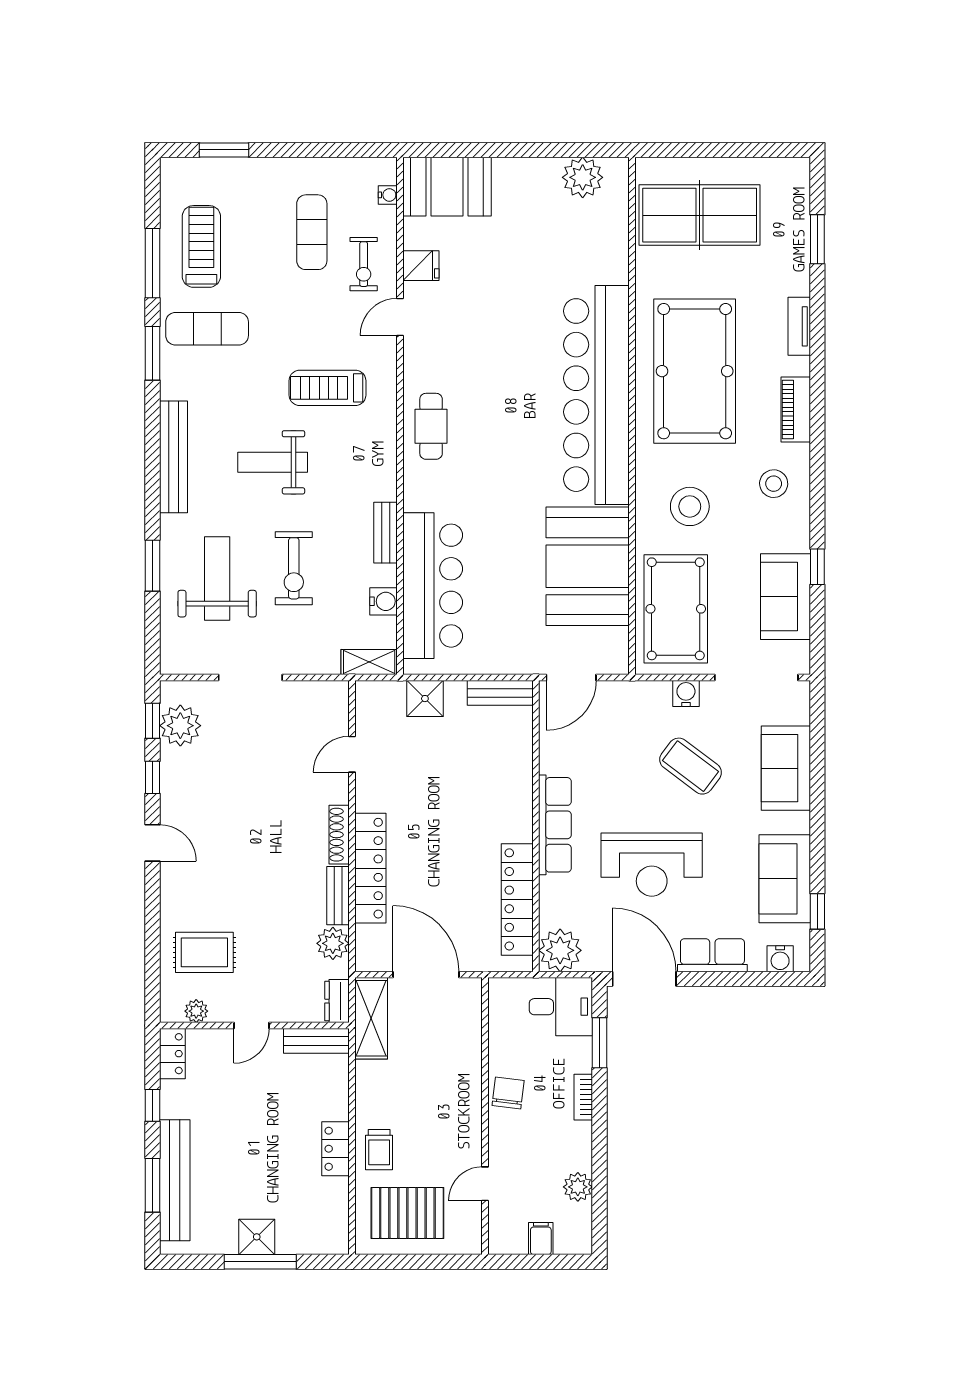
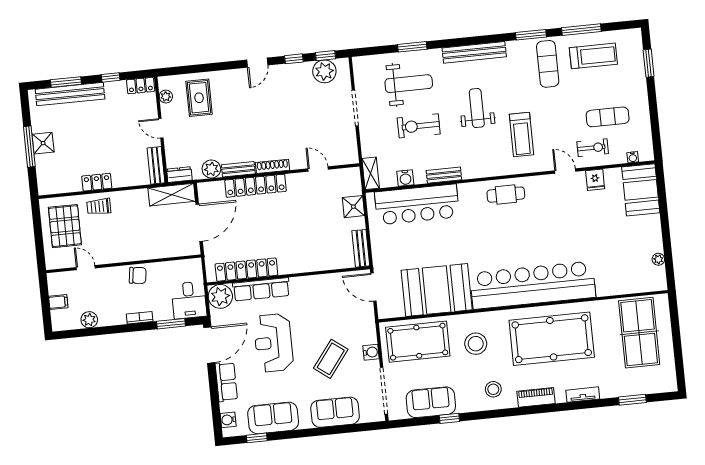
plant: (583, 177) -> (658, 259), width x0.53, depth x0.53
exercise bike: (364, 264) -> (593, 148), turned 180
treadmill: (327, 388) -> (521, 134), turned 180
row of seats: (555, 825) -> (261, 289), moved

